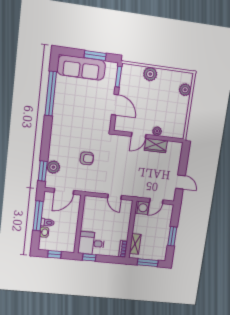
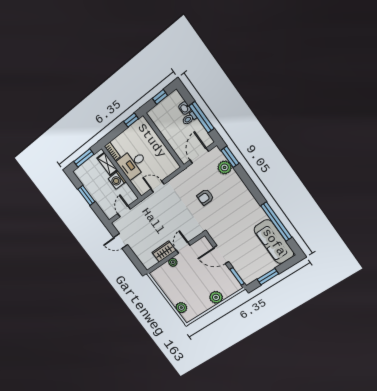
sofa: (81, 68) -> (274, 242), moved, turned -90
washing machine: (142, 208) -> (117, 180), moved
desk: (91, 243) -> (133, 164), moved, turned 180

